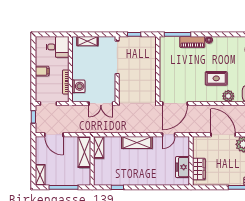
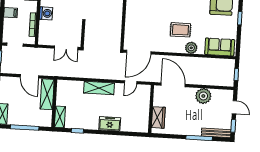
washing machine: (78, 86) -> (46, 13), moved
door: (54, 135) -> (29, 76), moved
door: (223, 135) -> (173, 85), moved
shelving: (99, 147) -> (60, 117), moved
freezer: (183, 167) -> (110, 124), moved, turned 90

